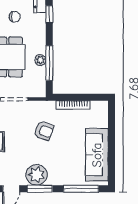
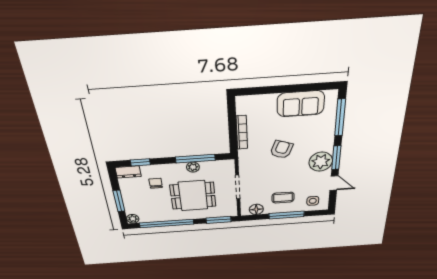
chair: (15, 17) -> (156, 183), moved
armchair: (44, 131) -> (281, 149), moved
sofa: (97, 155) -> (301, 104), width x0.73

